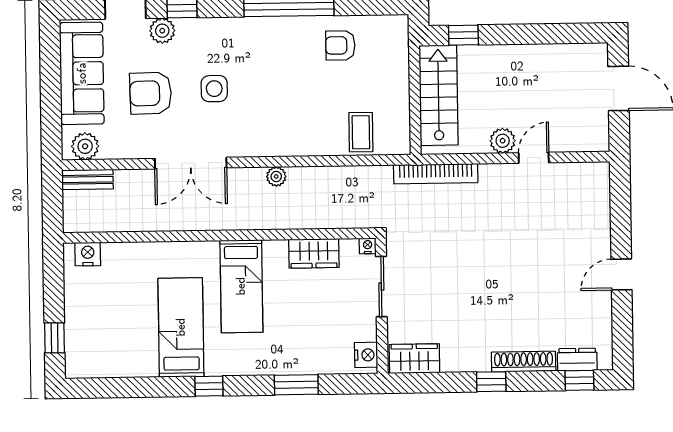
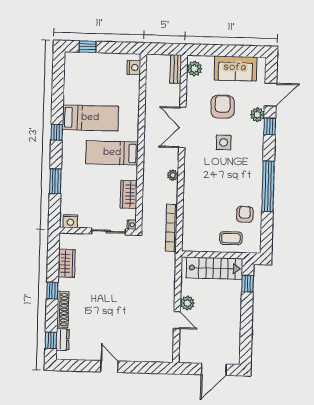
sofa: (82, 73) -> (235, 68), width x0.73
coffee table: (361, 132) -> (231, 238), moved
bookcase: (436, 174) -> (171, 228), moved
wardrobe: (414, 359) -> (67, 263), moved

